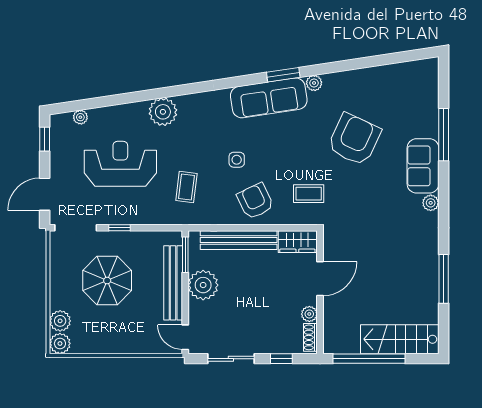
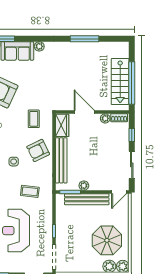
parasol: (107, 281) -> (107, 240), moved
plant: (203, 285) -> (84, 186), width x0.53, depth x0.53
stairs: (400, 339) -> (120, 82), moved

